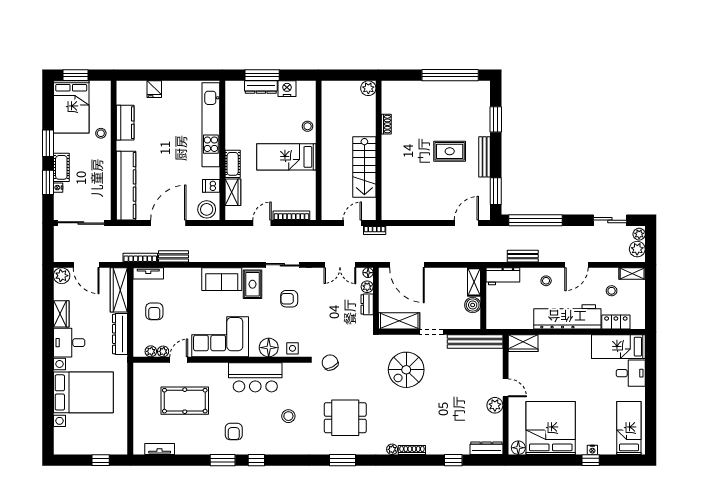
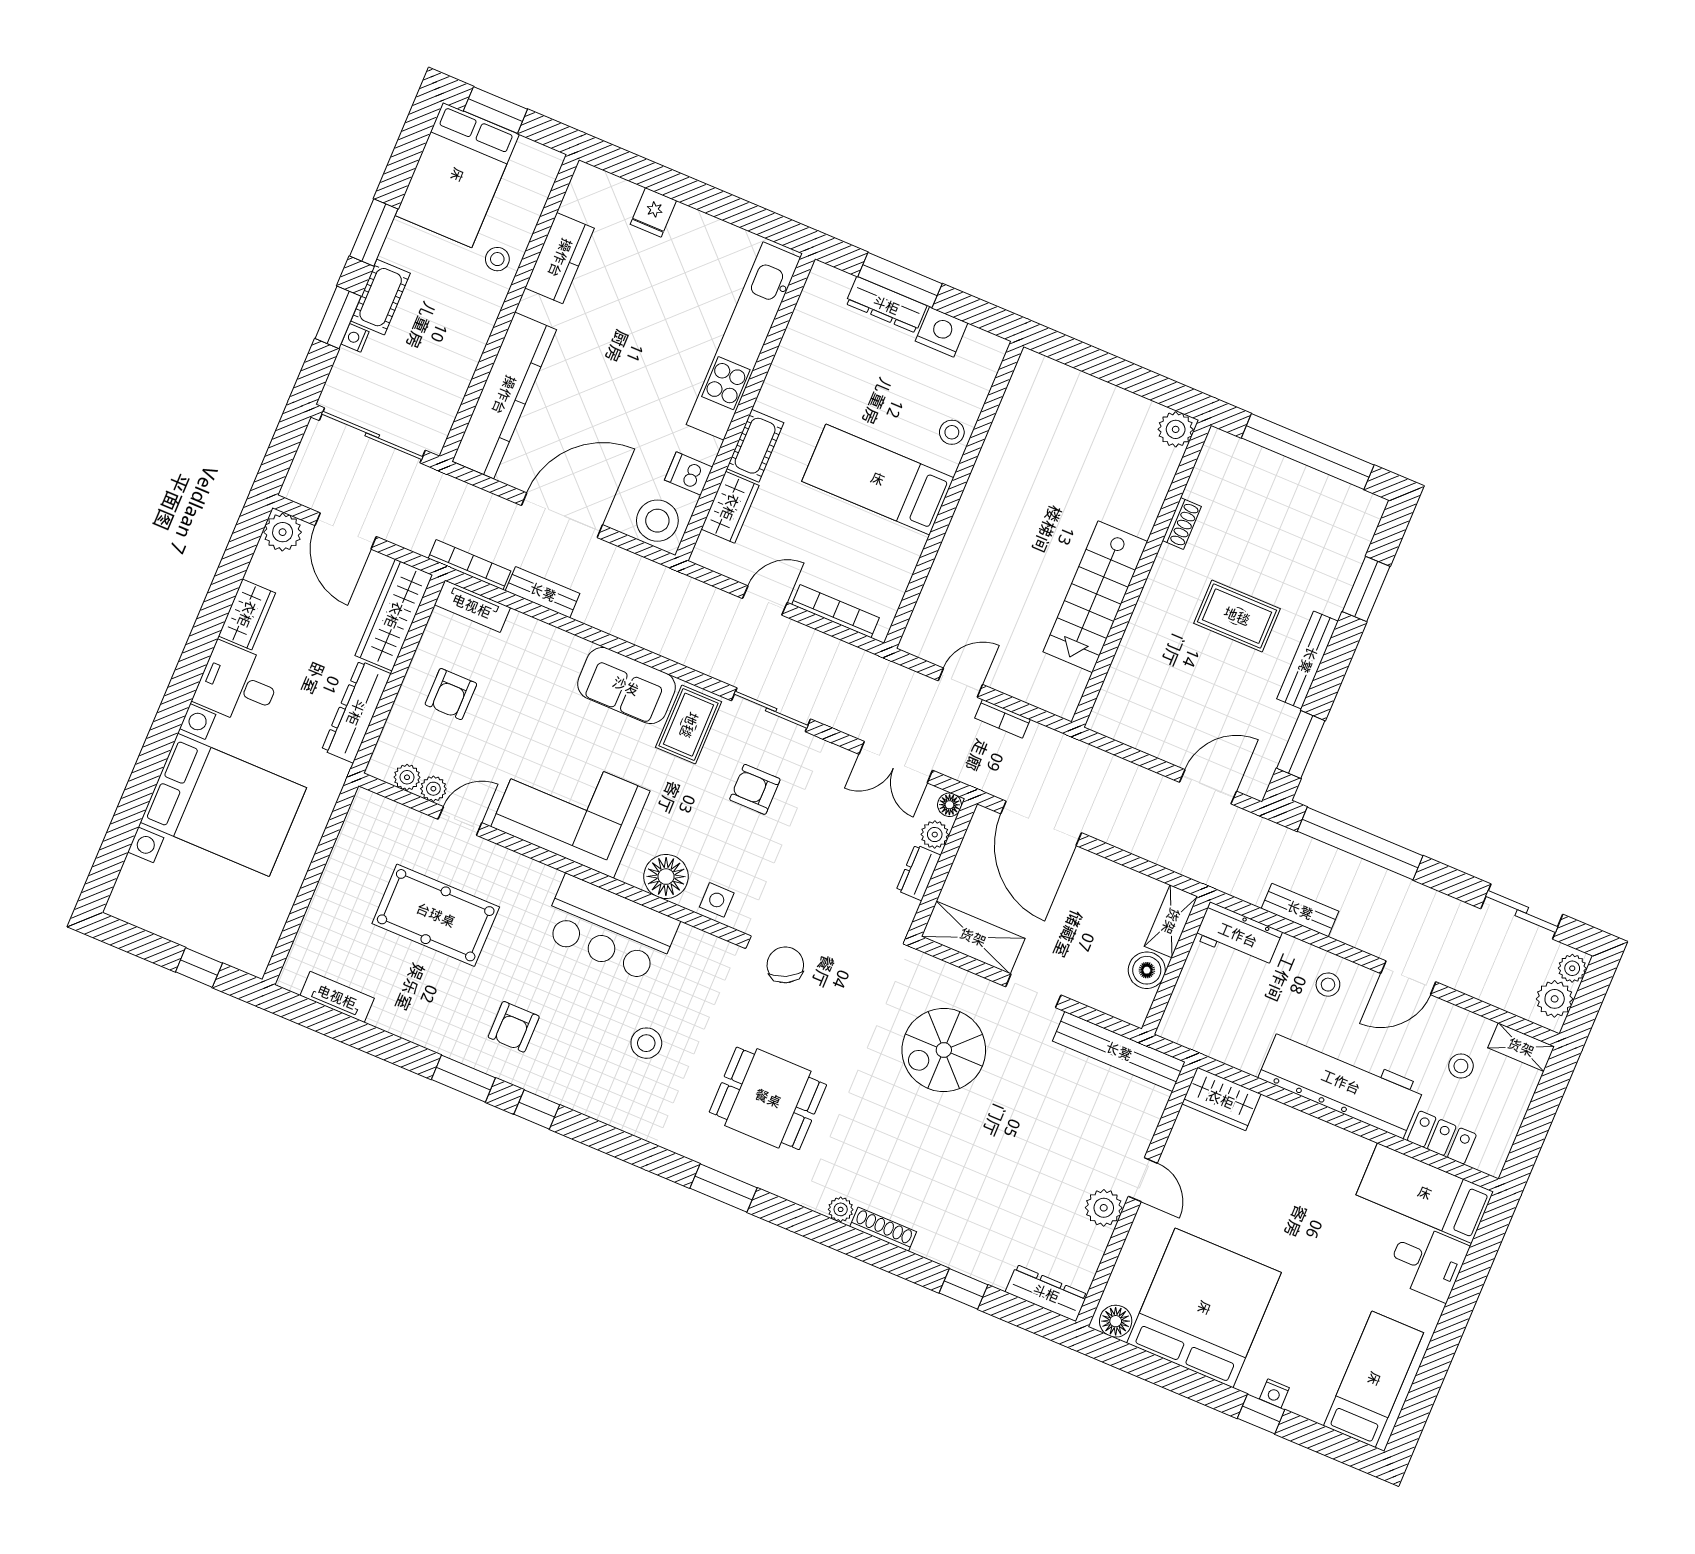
plant: (368, 88) -> (1176, 429), moved
shoe rack: (386, 124) -> (1182, 523), moved
wall: (379, 150) -> (1141, 574), moved
stairs: (364, 167) -> (1095, 597), moved

